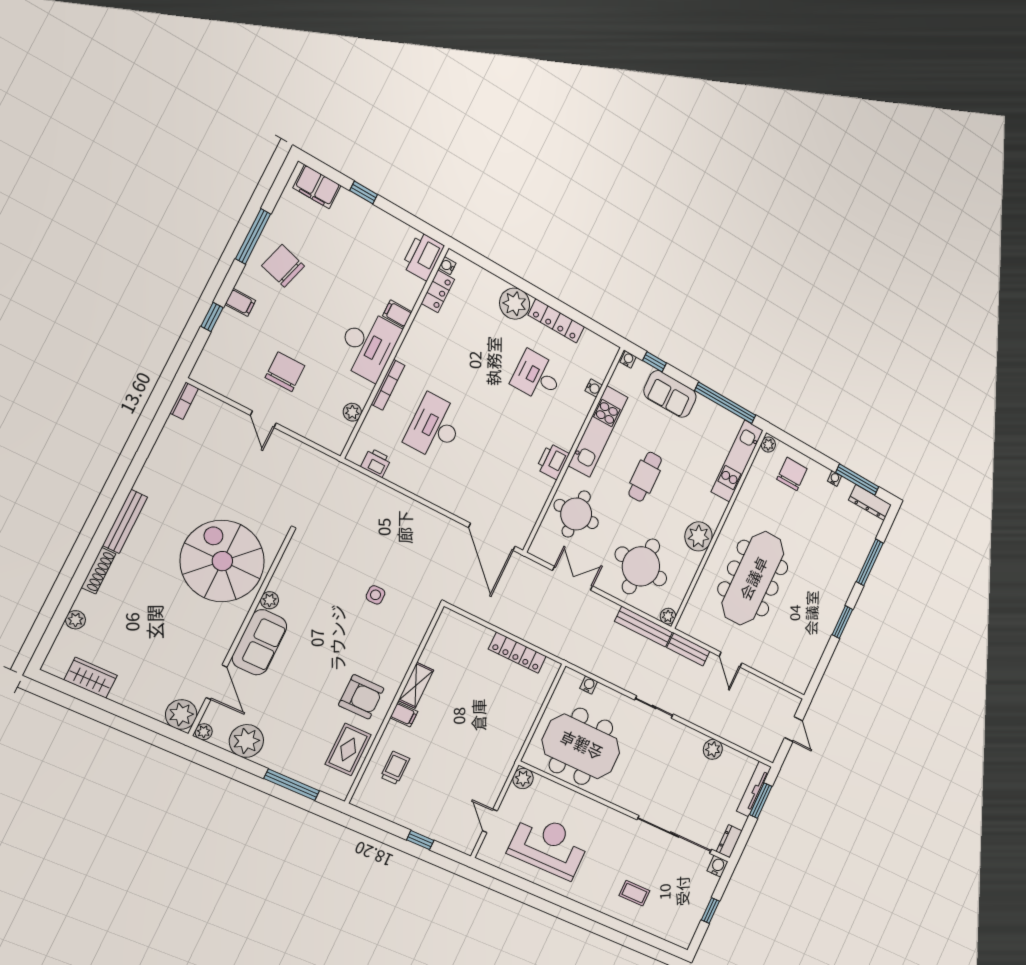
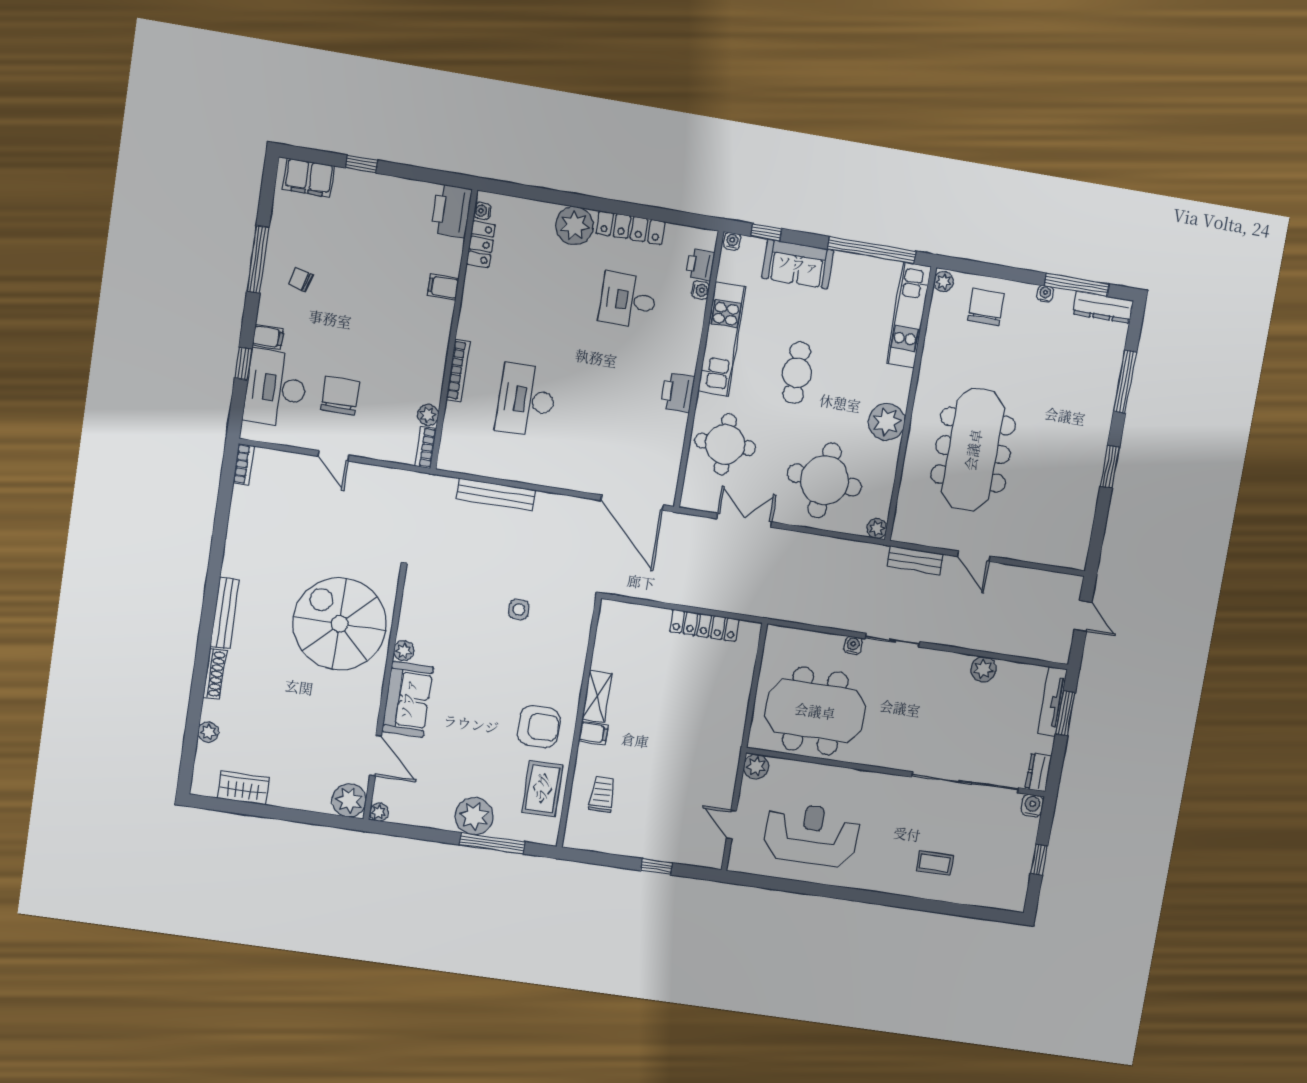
chair: (283, 266) -> (300, 280), width x0.54, depth x0.54
desk: (368, 345) -> (276, 388), moved, turned 180
bookcase: (342, 438) -> (426, 447), added
printer: (376, 463) -> (700, 265), moved, turned -90
bench: (644, 627) -> (496, 495), moved
water cooler: (589, 685) -> (853, 645), moved
plant: (246, 741) -> (474, 816), moved

